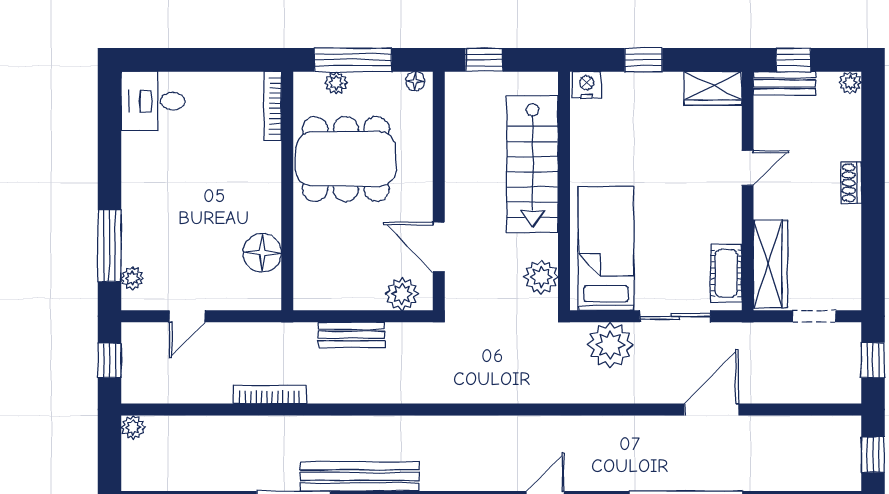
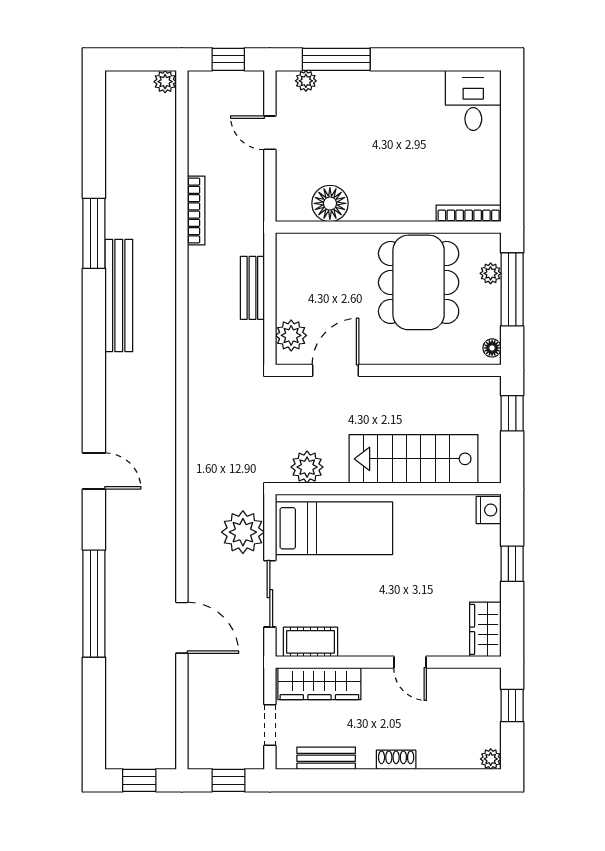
bench: (785, 83) -> (326, 758), moved, turned 90

